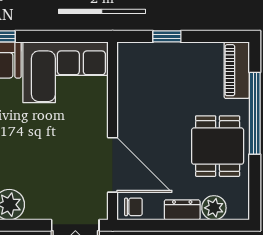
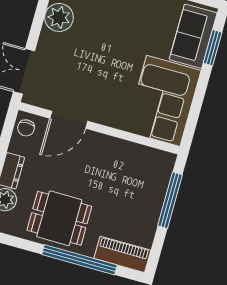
window: (167, 36) -> (170, 200), width x2.17
door: (113, 165) -> (69, 120), width x0.73

